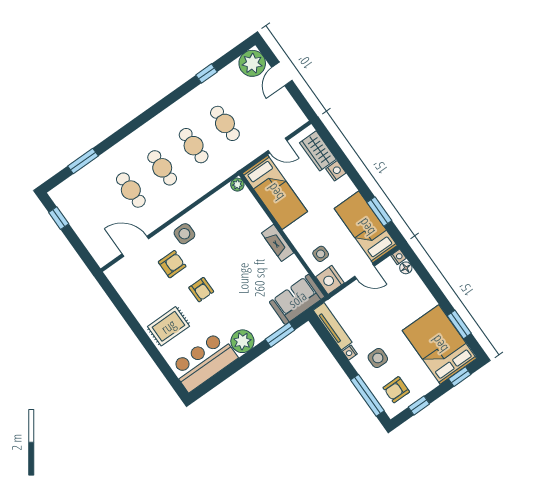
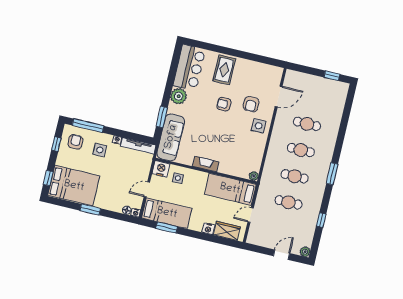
plant: (252, 63) -> (305, 252), width x0.53, depth x0.53
door: (282, 74) -> (281, 255), hinge flipped
window: (83, 161) -> (332, 174), moved
sofa: (297, 299) -> (171, 137), width x1.36
window: (459, 324) -> (90, 209), moved

